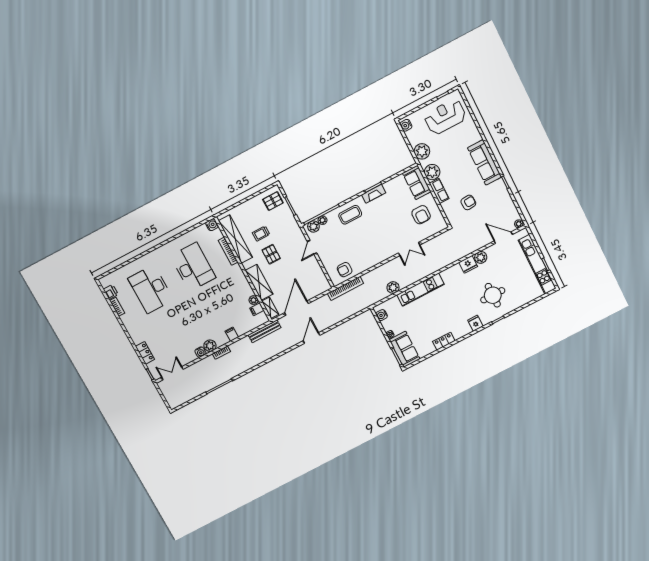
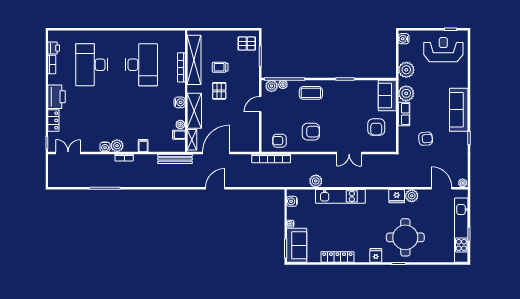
fireplace: (374, 194) -> (342, 85), removed
water cooler: (212, 225) -> (180, 102), moved
armchair: (367, 248) -> (311, 132), added
round table: (493, 295) -> (405, 237), width x1.36, depth x1.36
printer: (136, 332) -> (57, 97), added
locker: (444, 341) -> (337, 257), width x1.53

